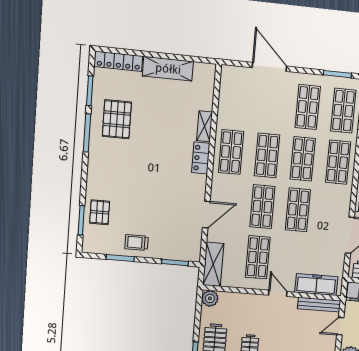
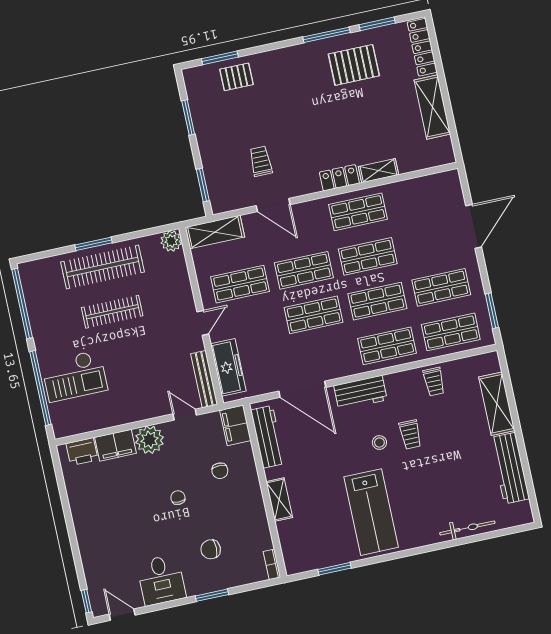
trolley: (136, 242) -> (261, 161), moved

